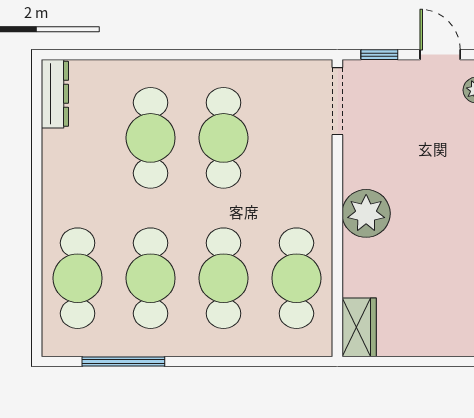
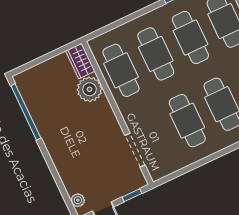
doorway: (337, 101) -> (135, 150), moved
plant: (366, 213) -> (90, 89), moved

